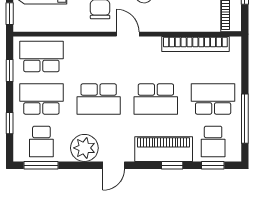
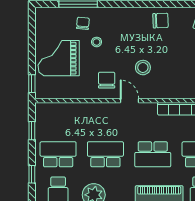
school desk: (41, 56) -> (58, 119), removed
school desk: (99, 99) -> (105, 154), turned 180

